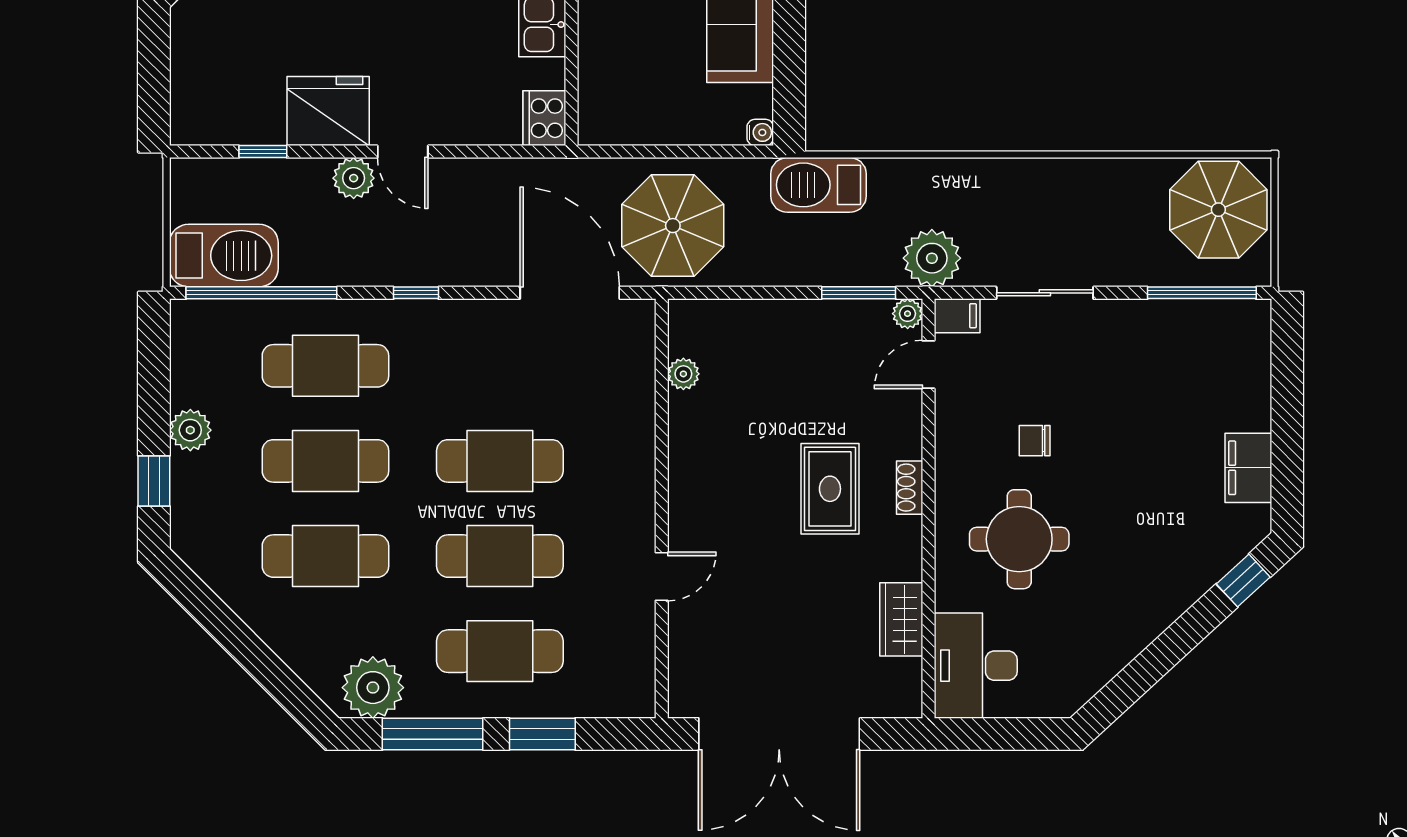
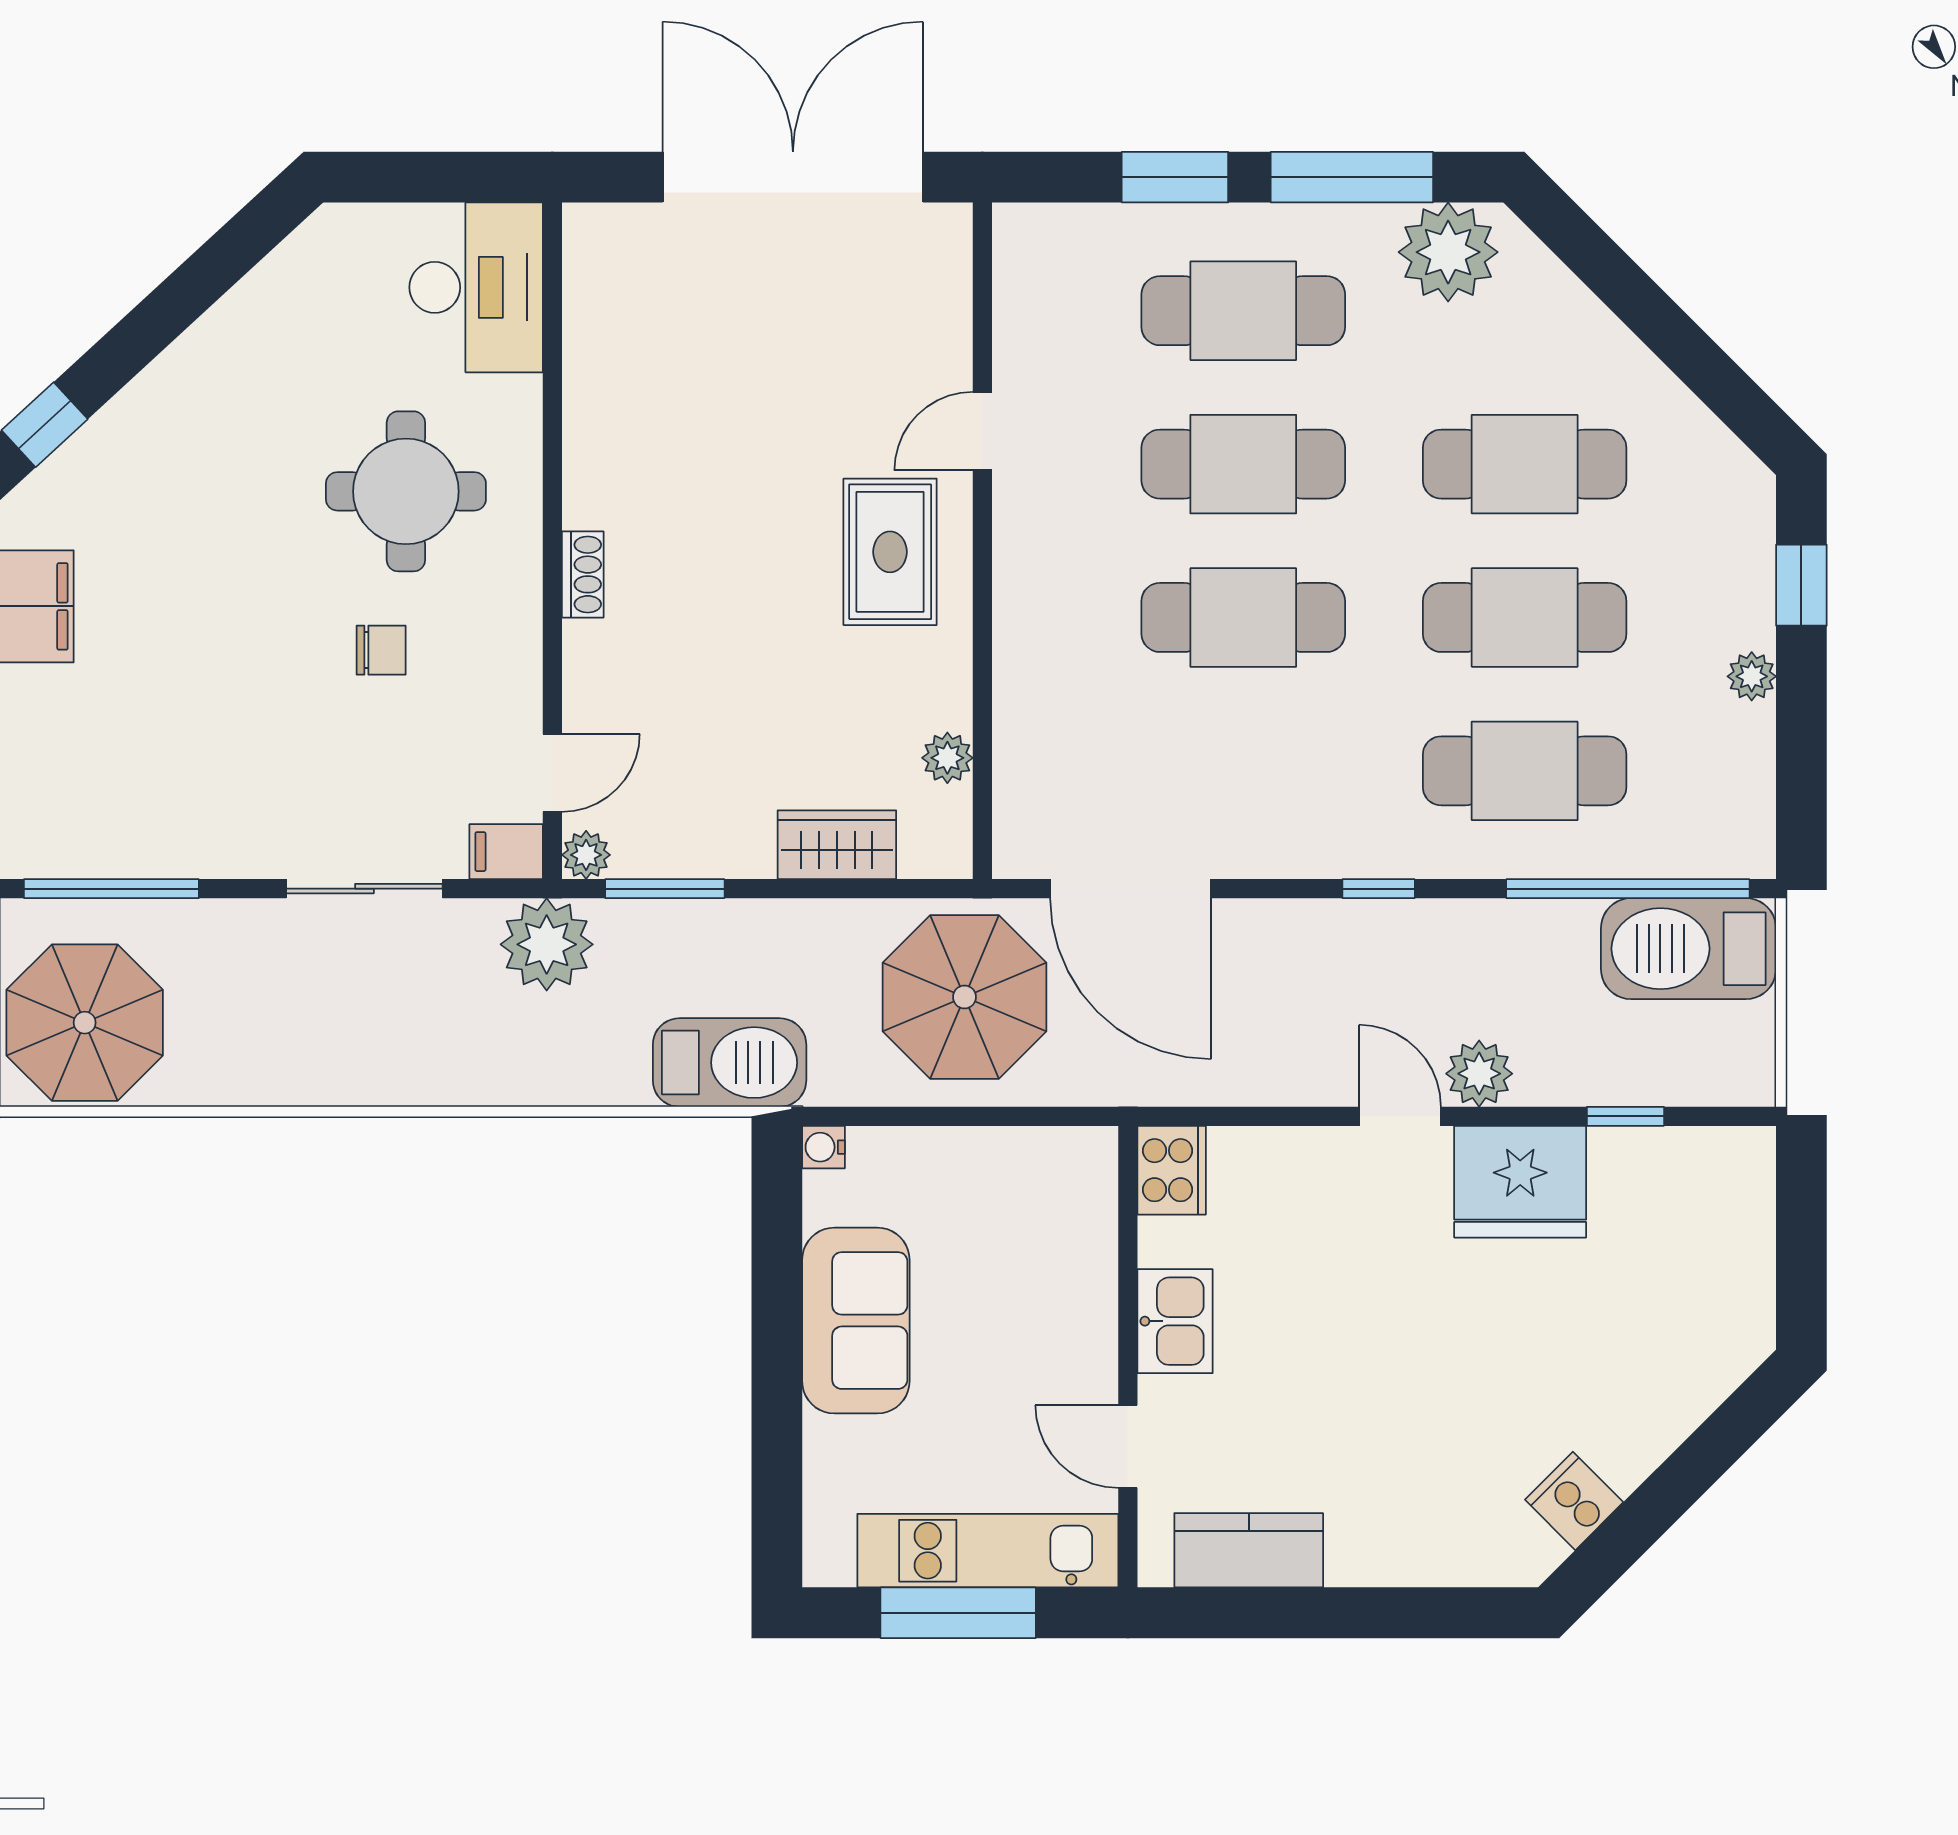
plant: (190, 430) -> (1752, 676), width x0.73, depth x0.73
rug: (830, 489) -> (890, 552), moved
wardrobe: (901, 619) -> (837, 845), moved, turned -90

